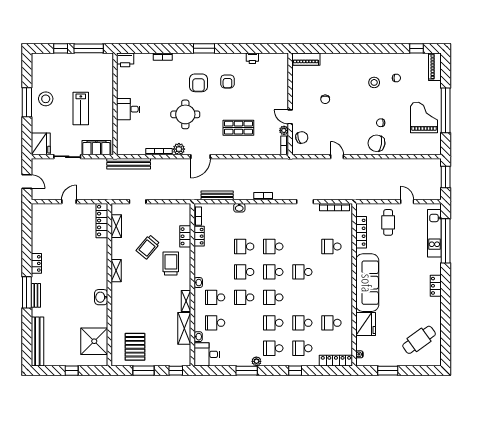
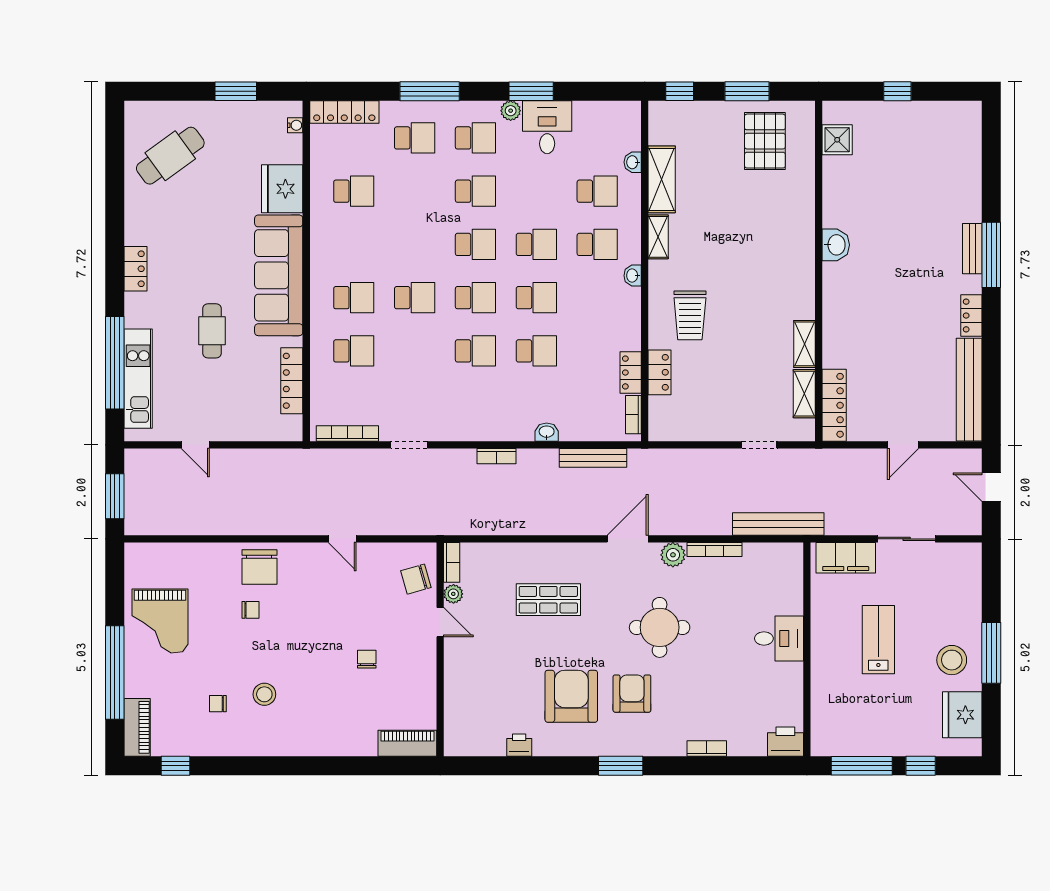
armchair: (227, 81) -> (571, 696), width x1.88, depth x1.88
window: (446, 110) -> (115, 673), moved
chair: (376, 143) -> (259, 567), turned 81
fridge: (41, 144) -> (962, 715), moved
cafe table: (388, 222) -> (212, 331), moved
trolley: (148, 247) -> (738, 350), removed
shelving: (116, 271) -> (804, 344), moved
school desk: (302, 323) -> (354, 298), moved
bench: (37, 341) -> (969, 390), moved
shower: (94, 341) -> (837, 140), width x0.54, depth x0.54
desk: (207, 354) -> (547, 127), moved, turned -90
window: (295, 371) -> (430, 91), width x2.17

